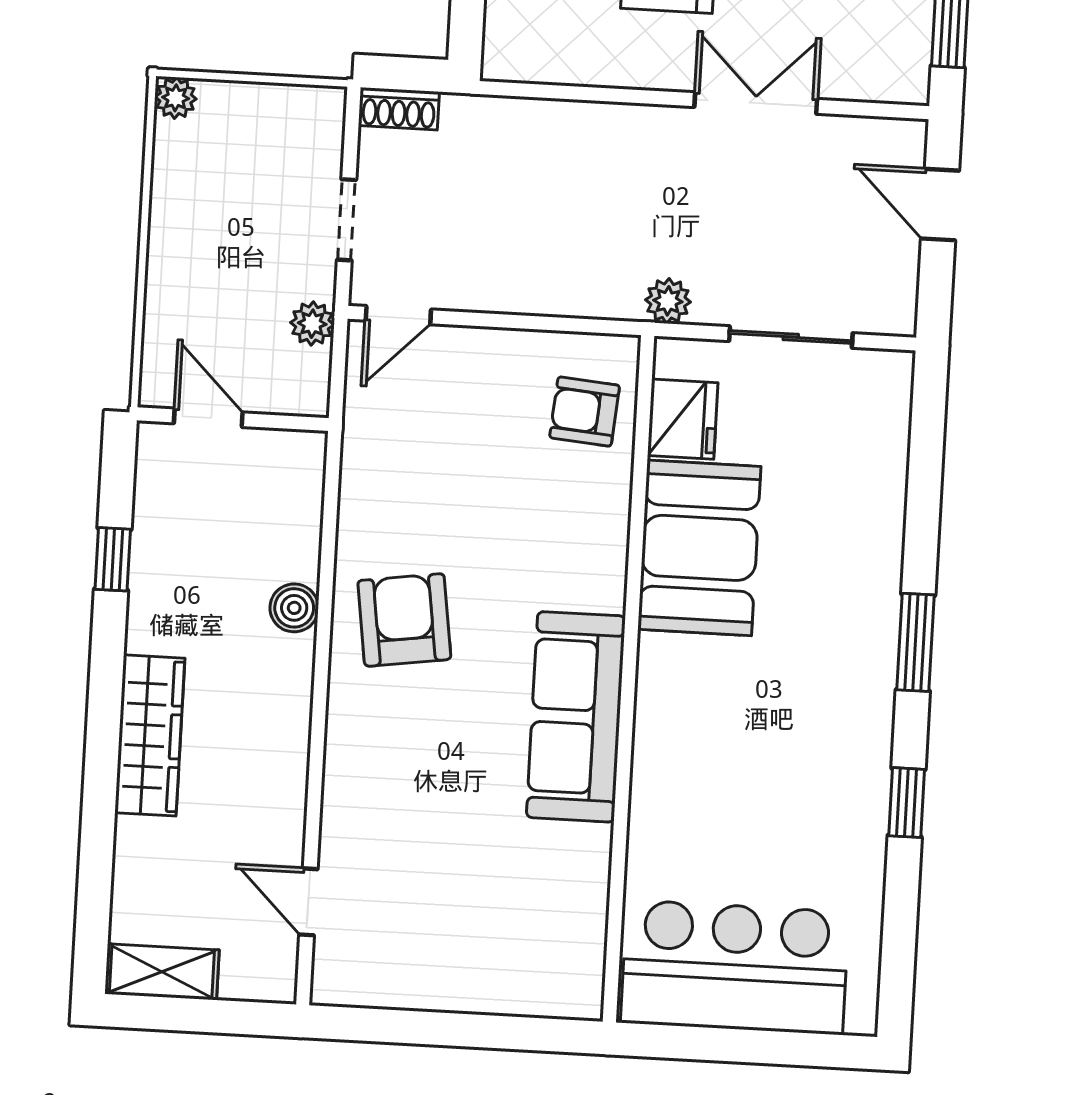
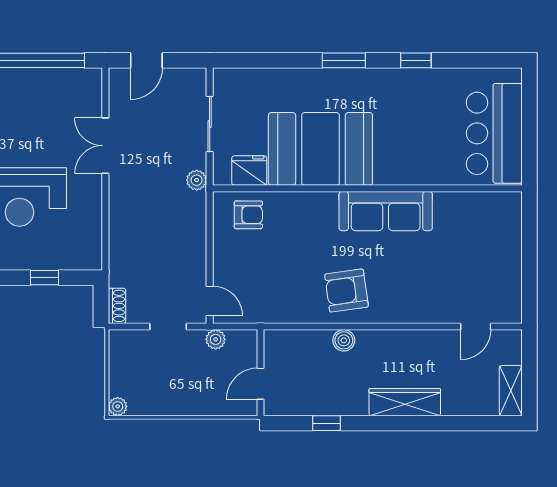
armchair: (585, 412) -> (248, 215), turned -95
booth: (699, 548) -> (320, 149), width x1.36, depth x1.42

